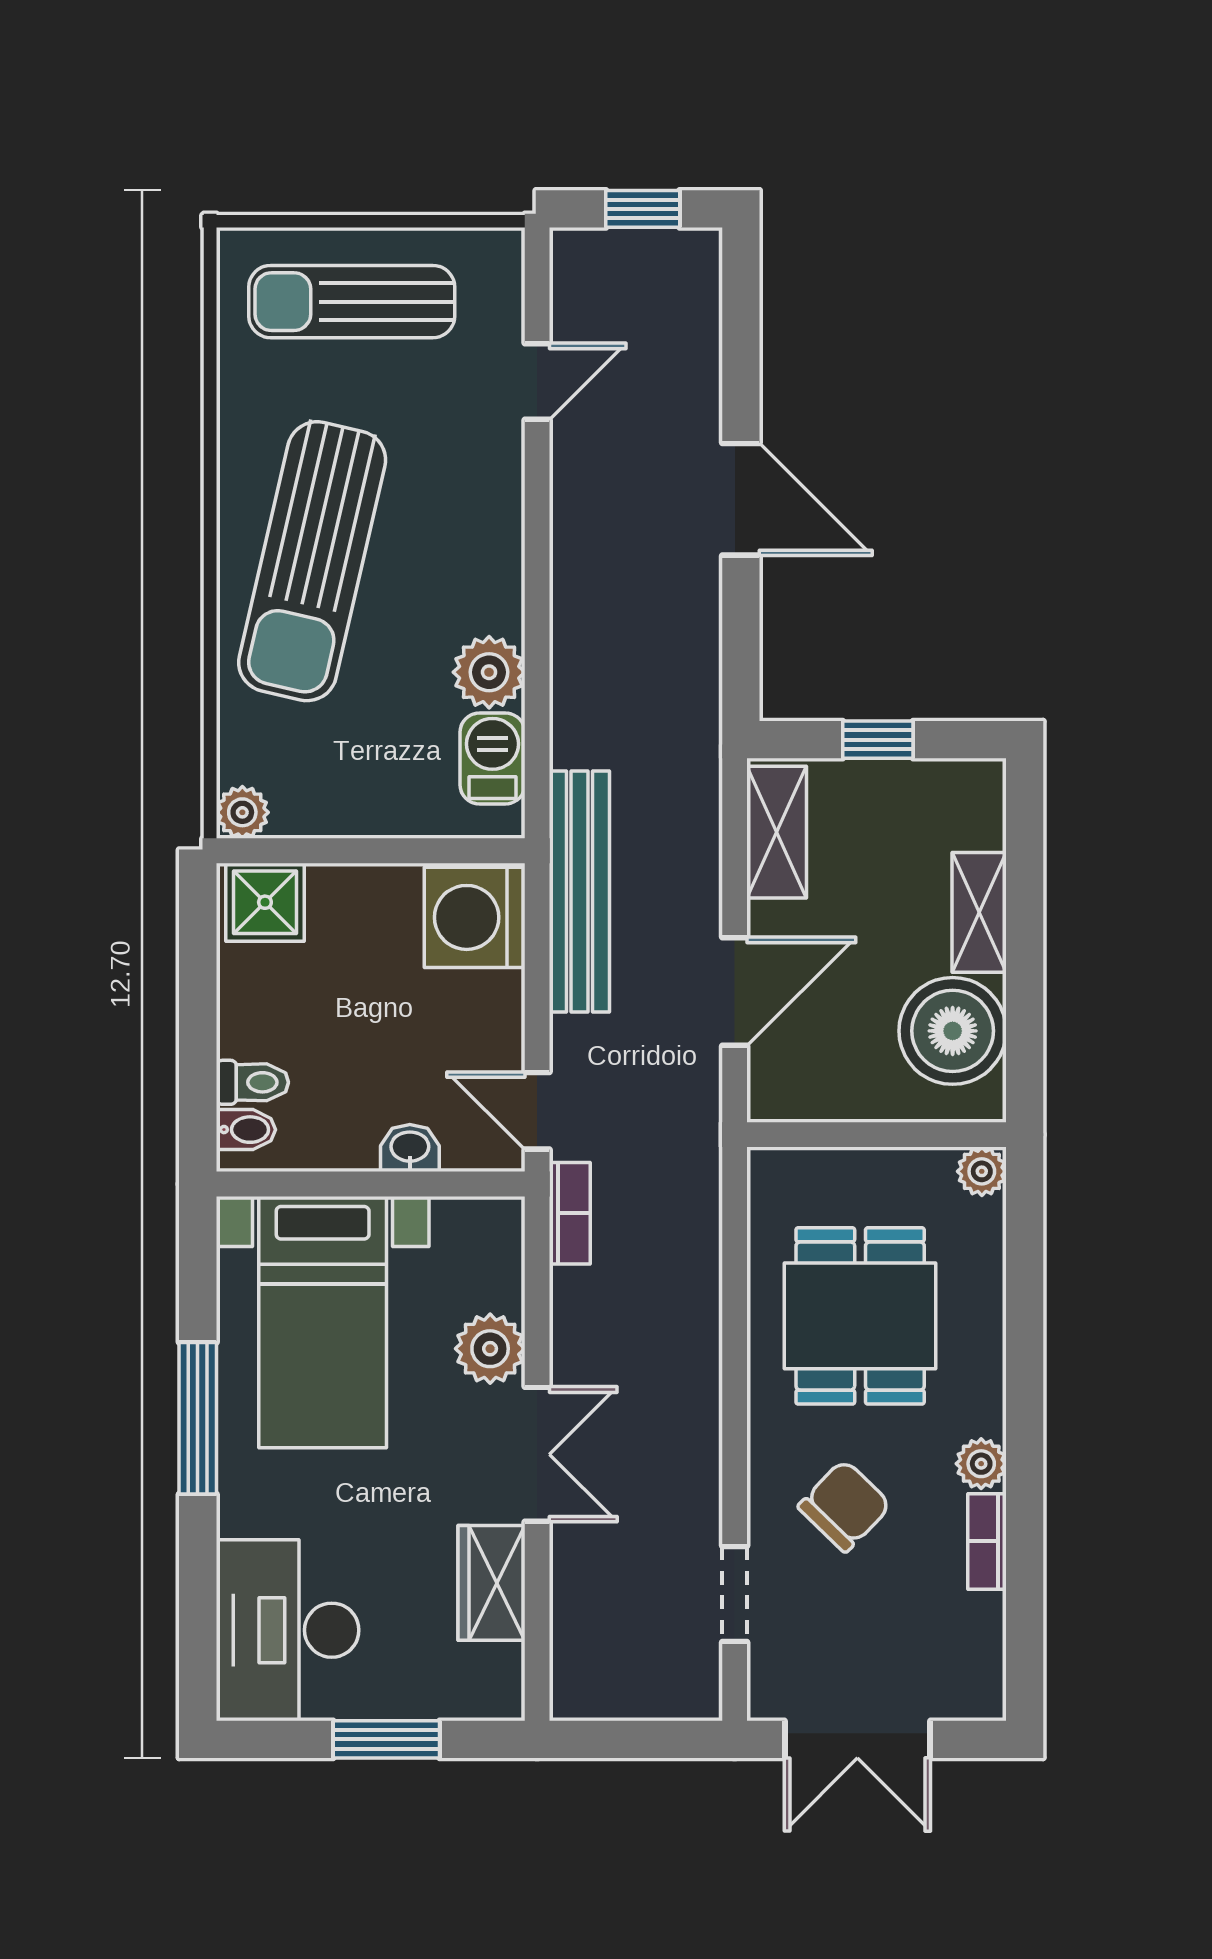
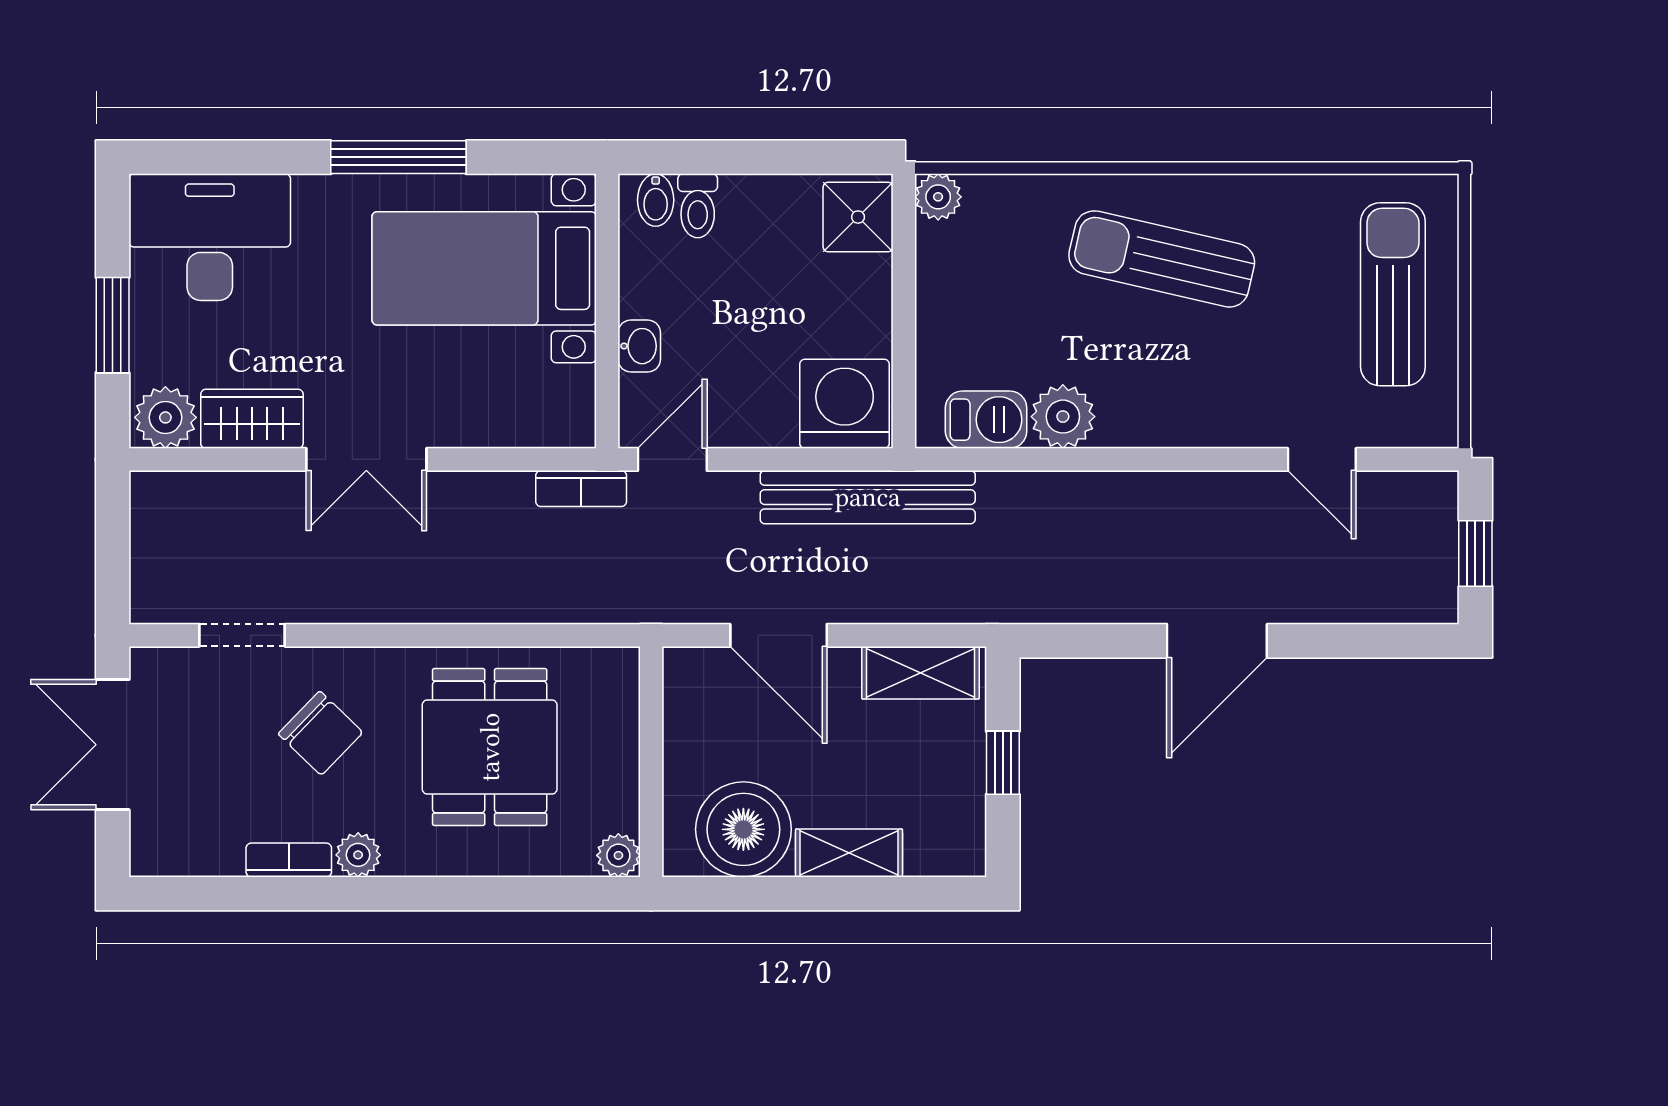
sun lounger: (312, 561) -> (1162, 259), width x0.73, depth x0.75
dining table: (860, 1316) -> (490, 747), turned 90
plant: (490, 1349) -> (165, 417), moved

